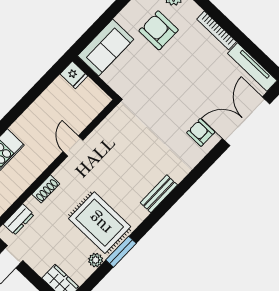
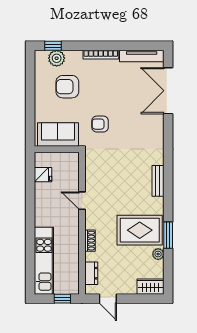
sofa: (106, 48) -> (58, 135), moved, turned -90
fridge: (74, 75) -> (43, 175), moved
armchair: (201, 132) -> (100, 124), moved

